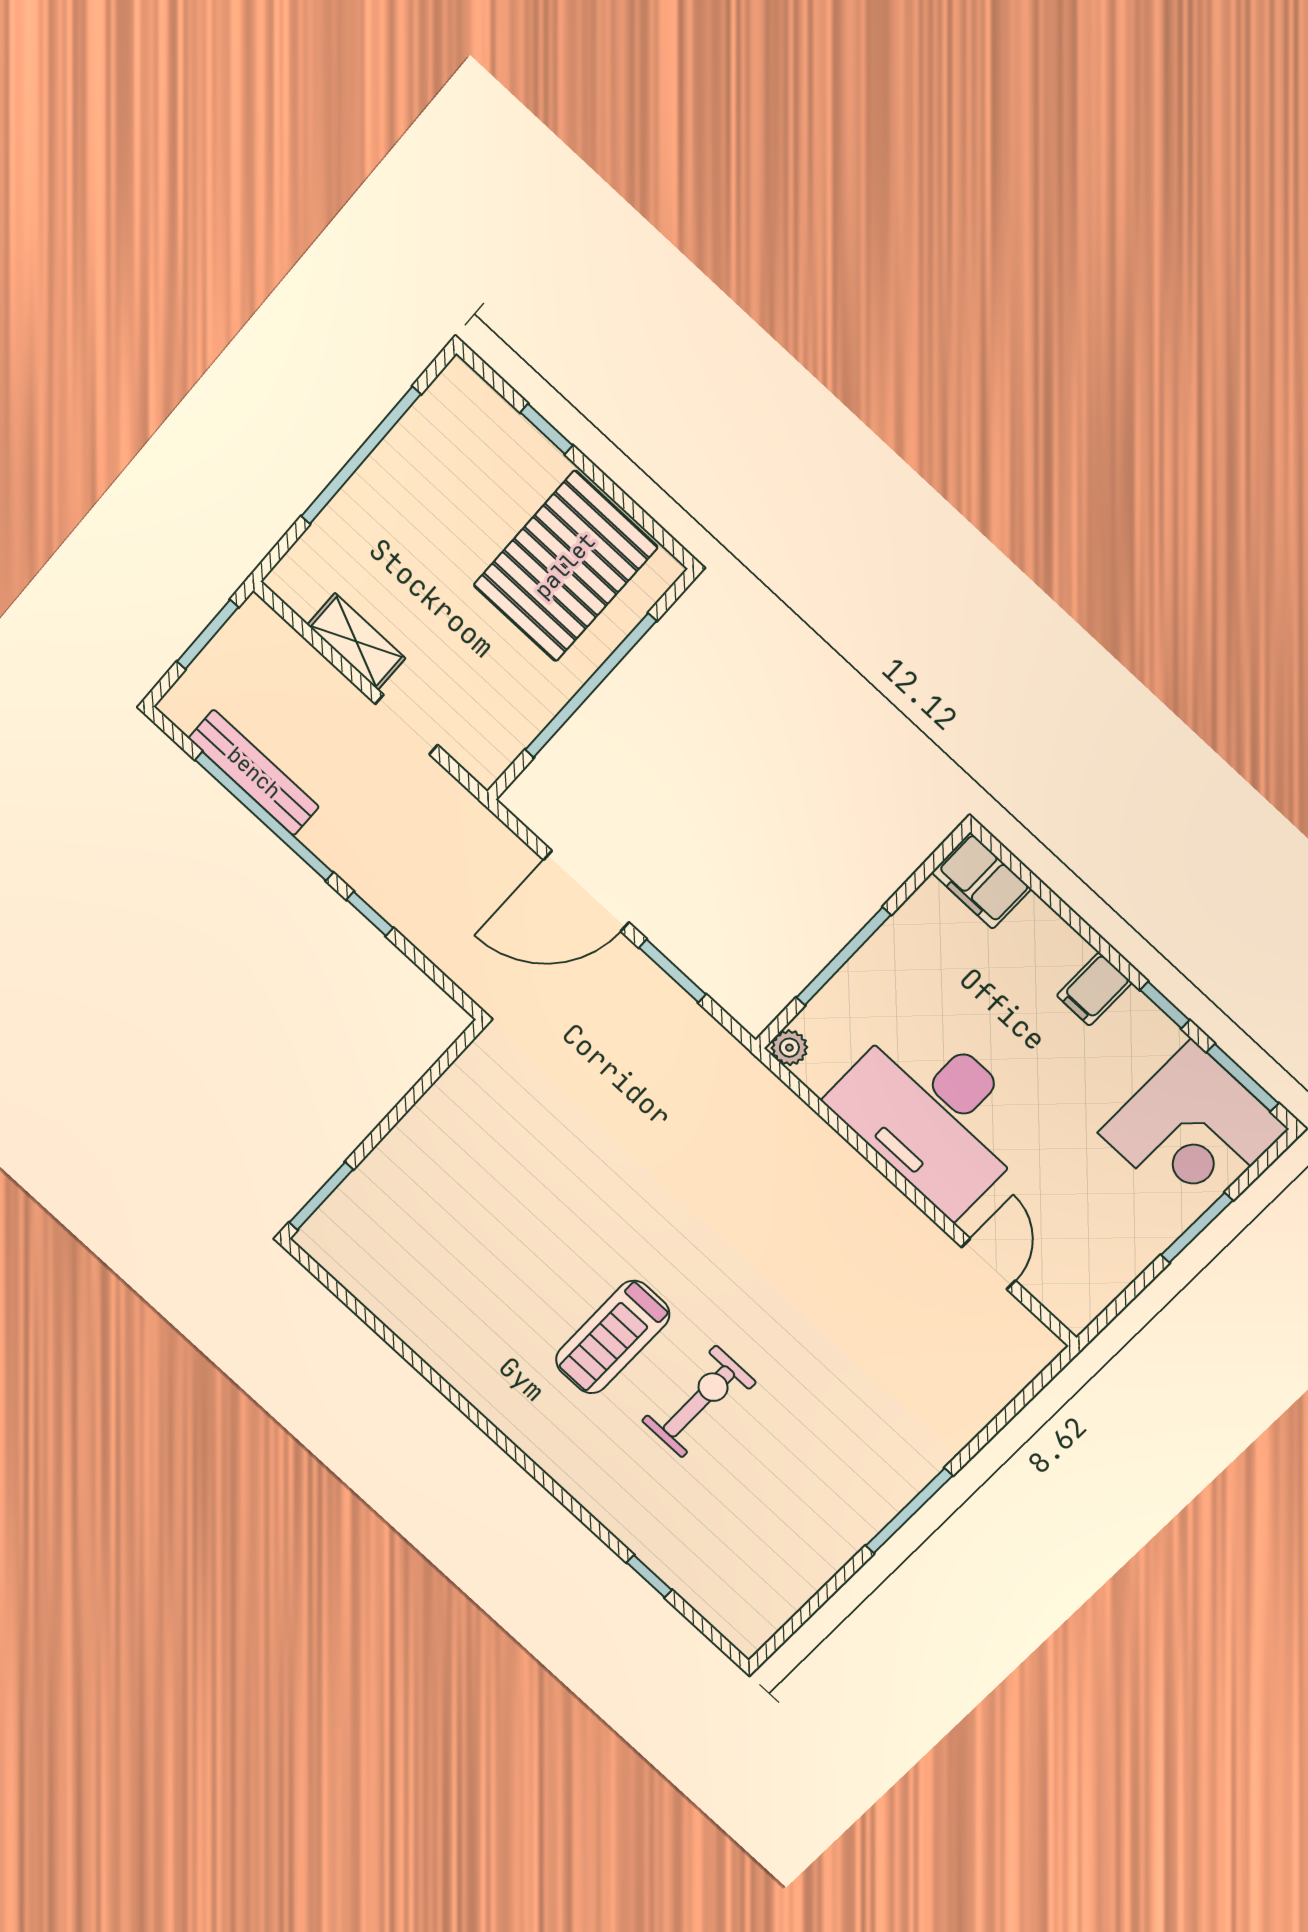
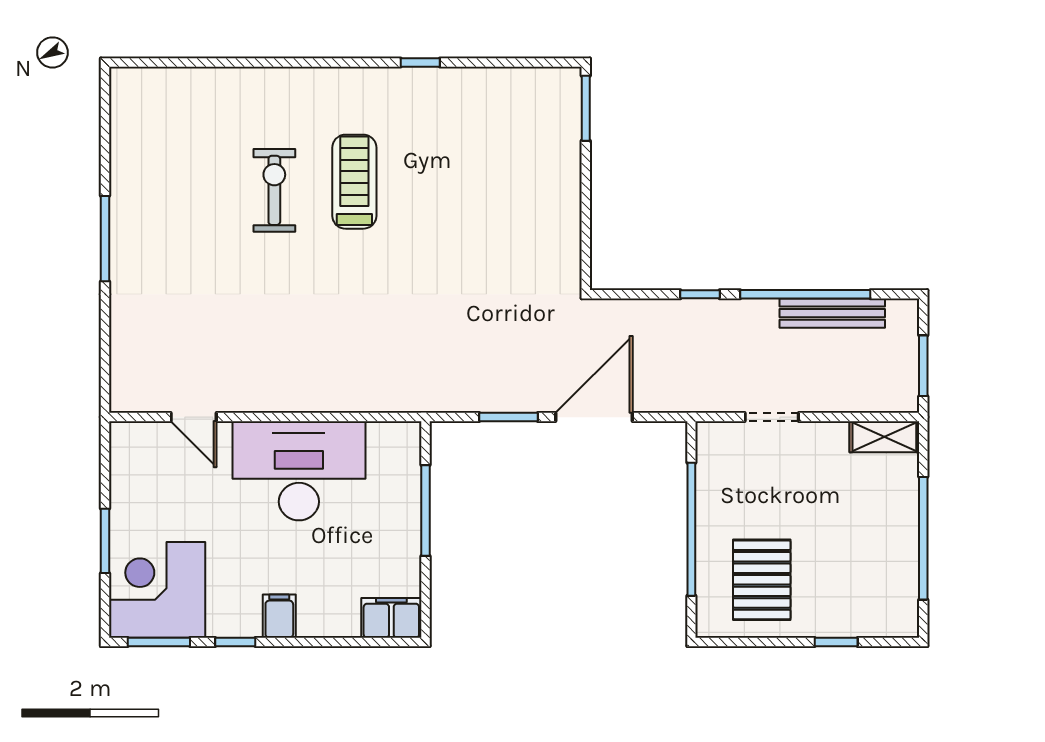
pallet: (565, 566) -> (762, 580), width x0.73, depth x0.71
shelving: (356, 642) -> (884, 437), moved
plant: (789, 1048) -> (408, 434), removed
exercise bike: (699, 1402) -> (274, 190), turned 180
window: (649, 1576) -> (420, 62), moved

